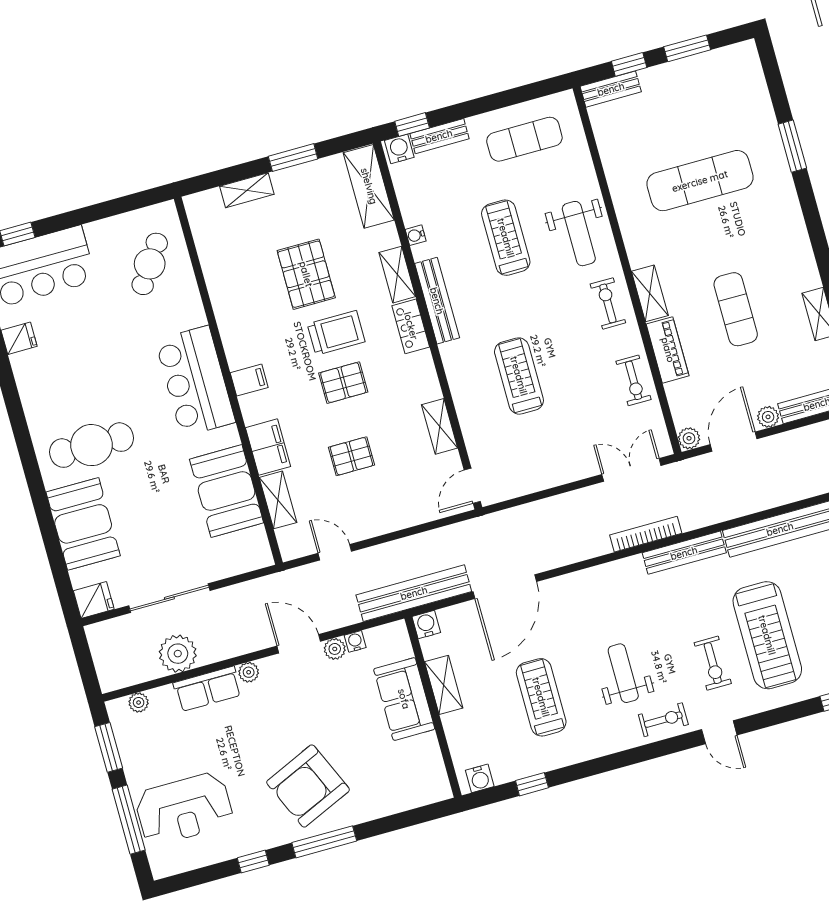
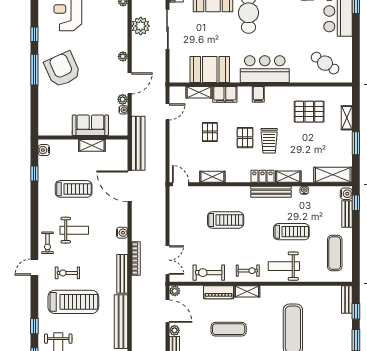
pallet: (306, 274) -> (309, 112), moved
exercise bike: (634, 380) -> (209, 273), width x1.38, depth x1.39
water cooler: (426, 625) -> (122, 233), moved
treadmill: (767, 635) -> (73, 302), turned 180
row of seats: (207, 689) -> (120, 35), removed

